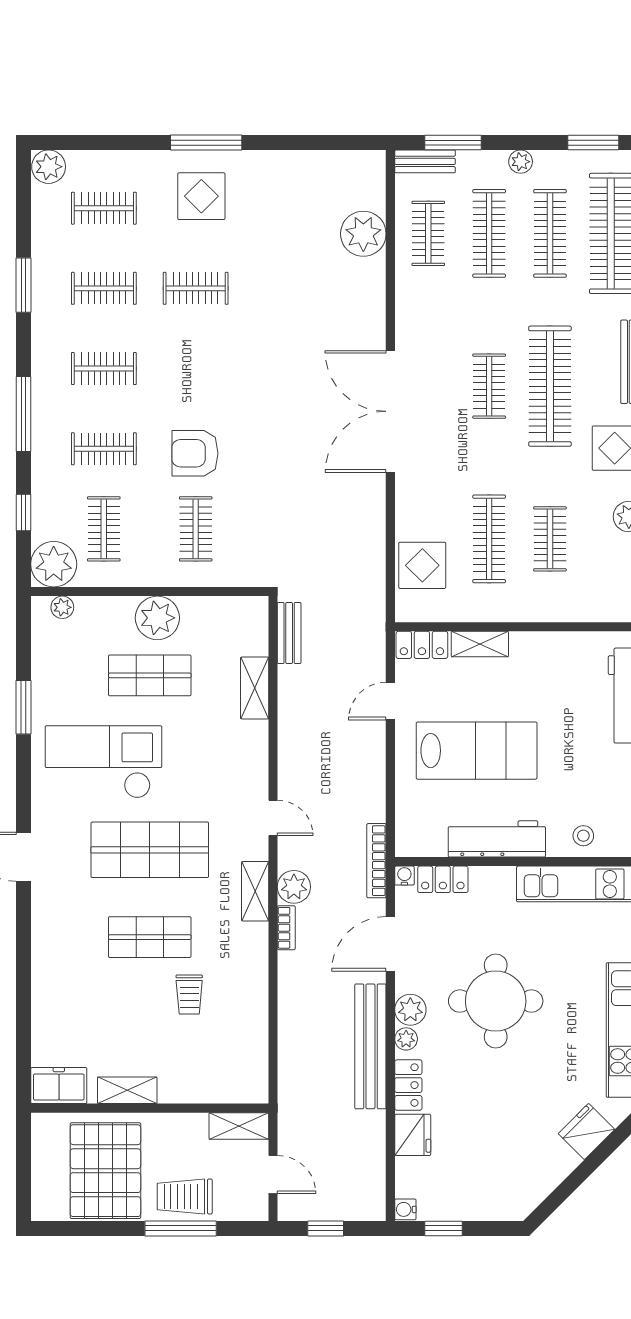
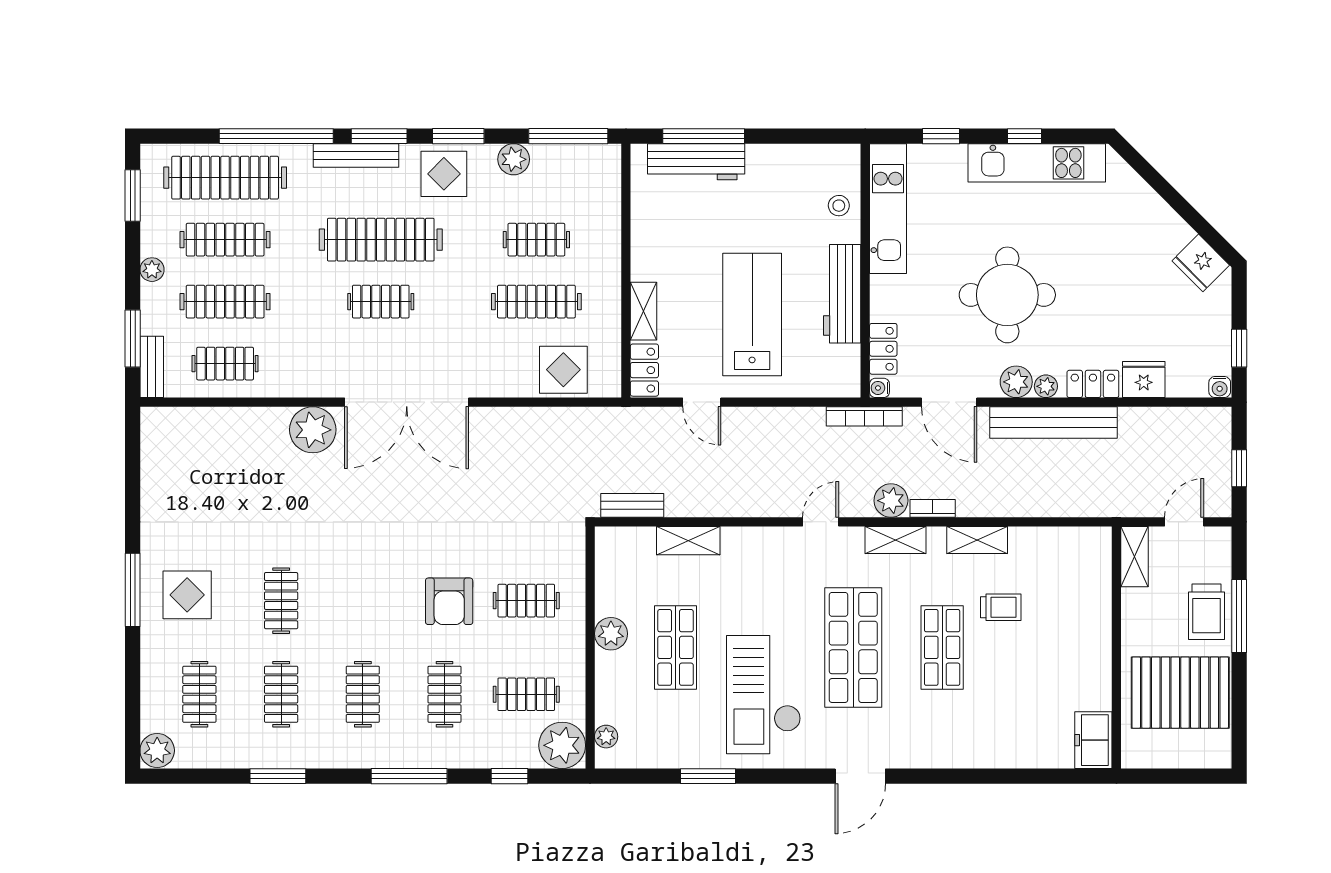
plant: (363, 234) -> (313, 430), moved
plant: (157, 618) -> (611, 634), width x0.73, depth x0.73
shelving: (127, 1090) -> (977, 540), moved, turned 90
fridge: (586, 1131) -> (1201, 263), moved

